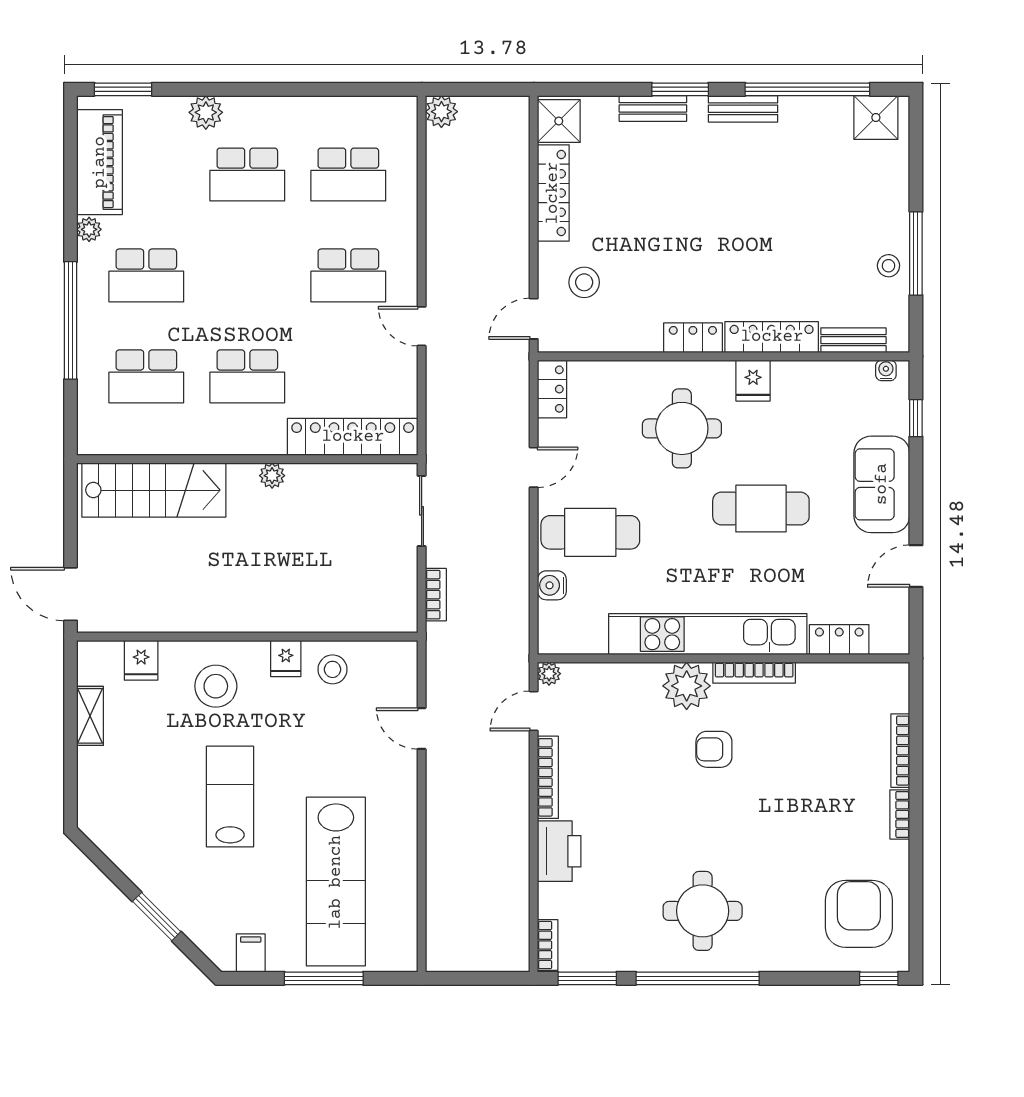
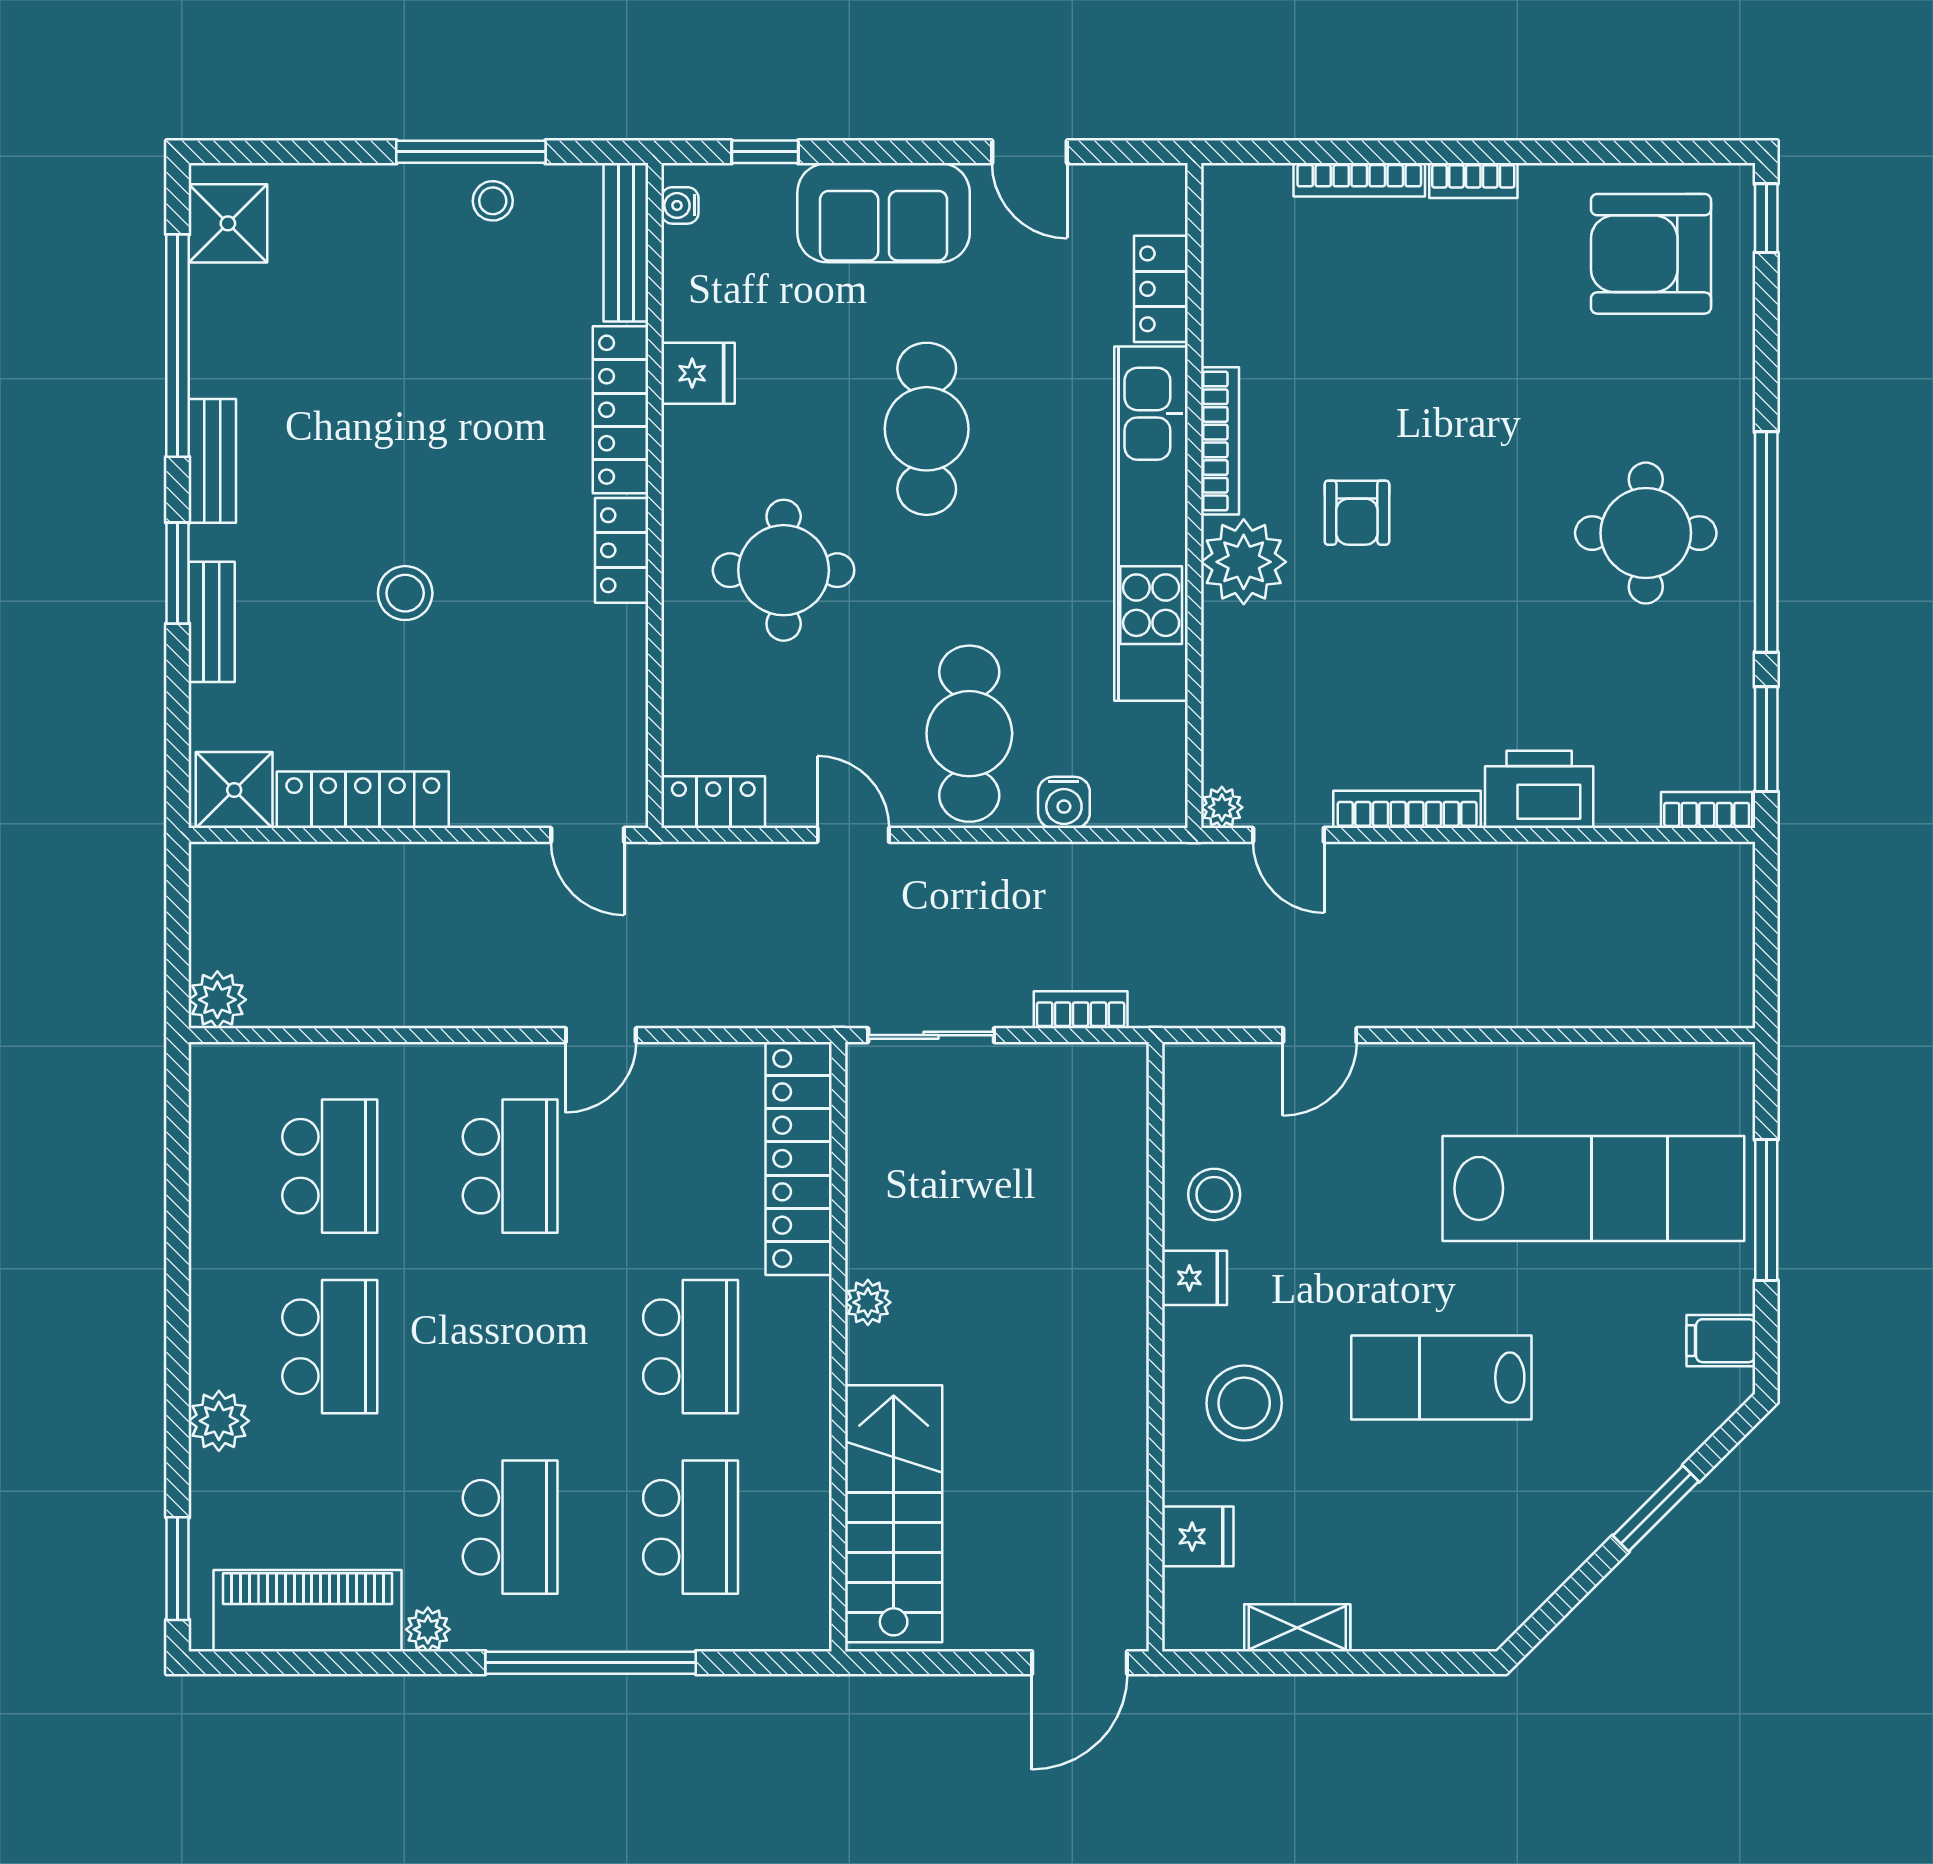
stool: (584, 282) -> (405, 593), moved
bench: (853, 340) -> (626, 242), width x1.36
fridge: (753, 381) -> (698, 373), moved

